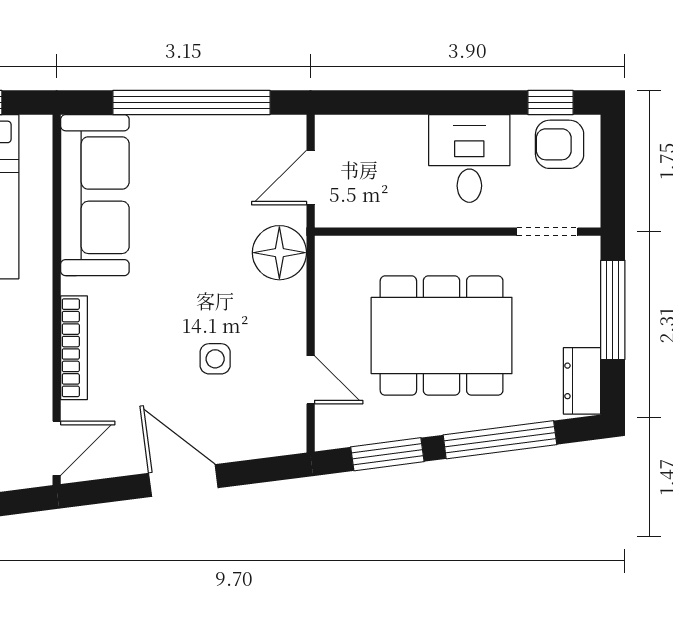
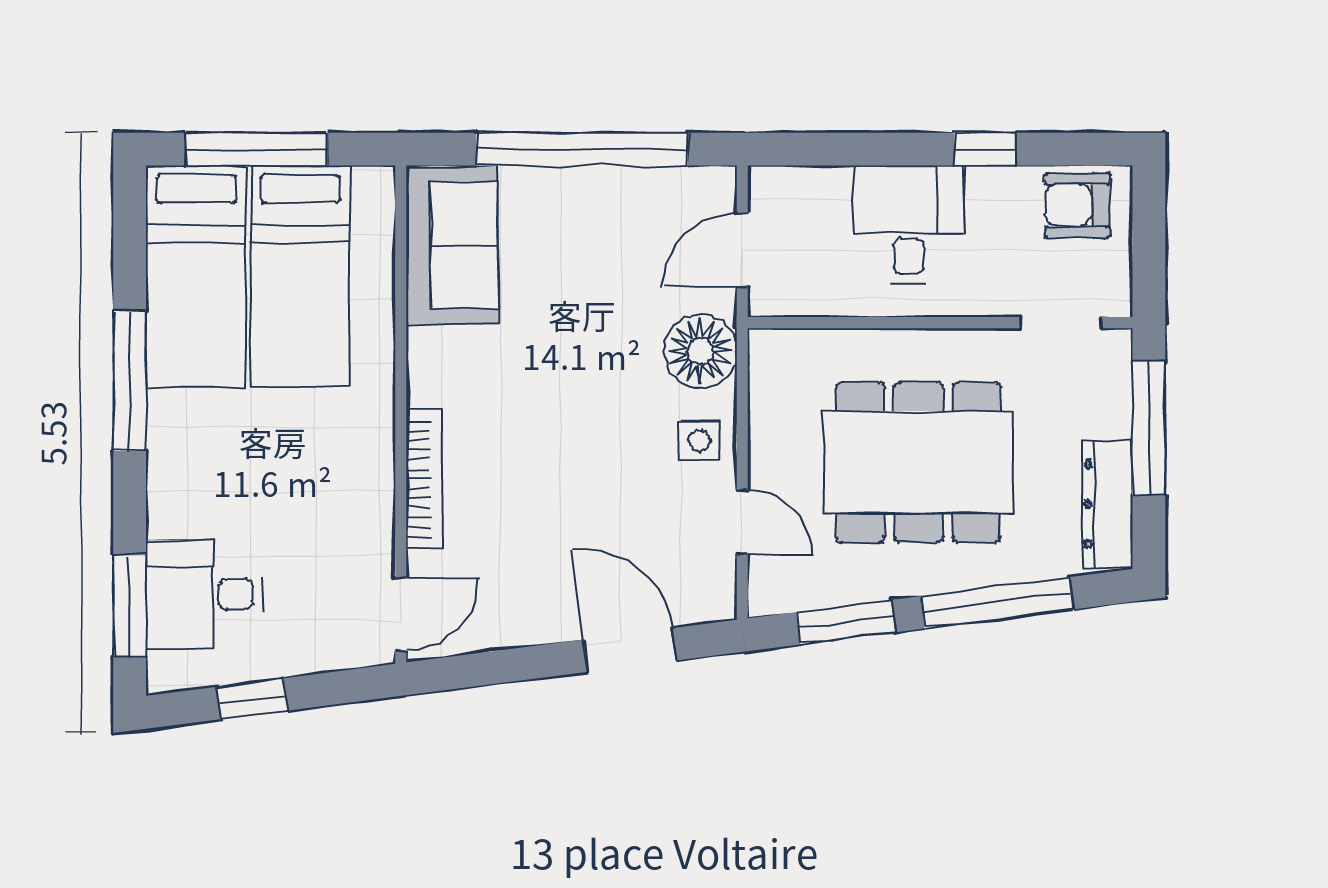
window: (551, 103) -> (985, 149), moved
desk: (469, 158) -> (909, 224), moved
sofa: (95, 195) -> (452, 245), width x0.73
side table: (215, 359) -> (699, 441), moved
dresser: (582, 381) -> (1107, 504), width x1.44
door: (183, 481) -> (630, 650), moved

